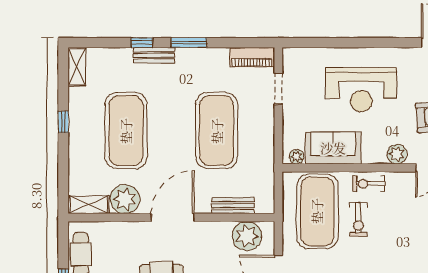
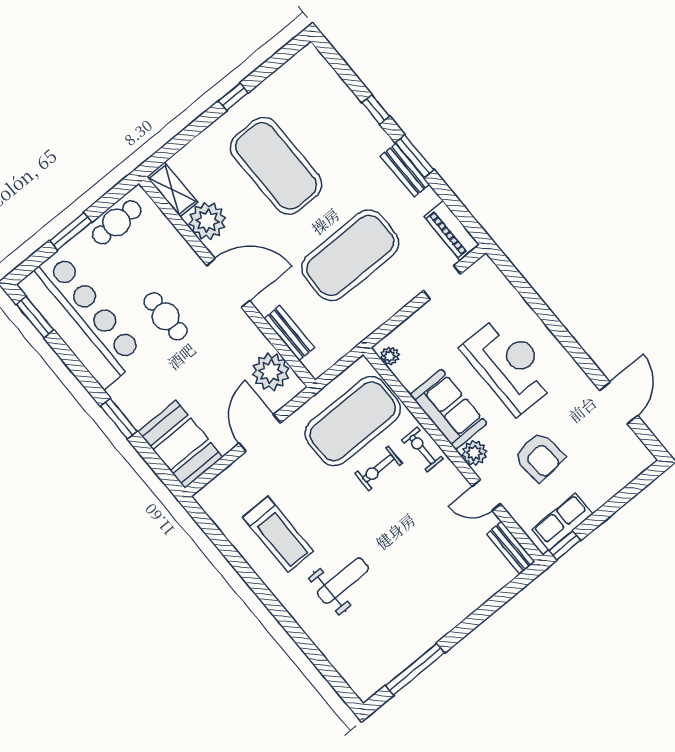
bench: (154, 55) -> (405, 170), moved
shelving: (77, 67) -> (299, 65), removed
reception desk: (361, 90) -> (509, 365), turned 180
exercise mat: (126, 131) -> (276, 166), turned 90
sofa: (333, 148) -> (448, 409), moved

